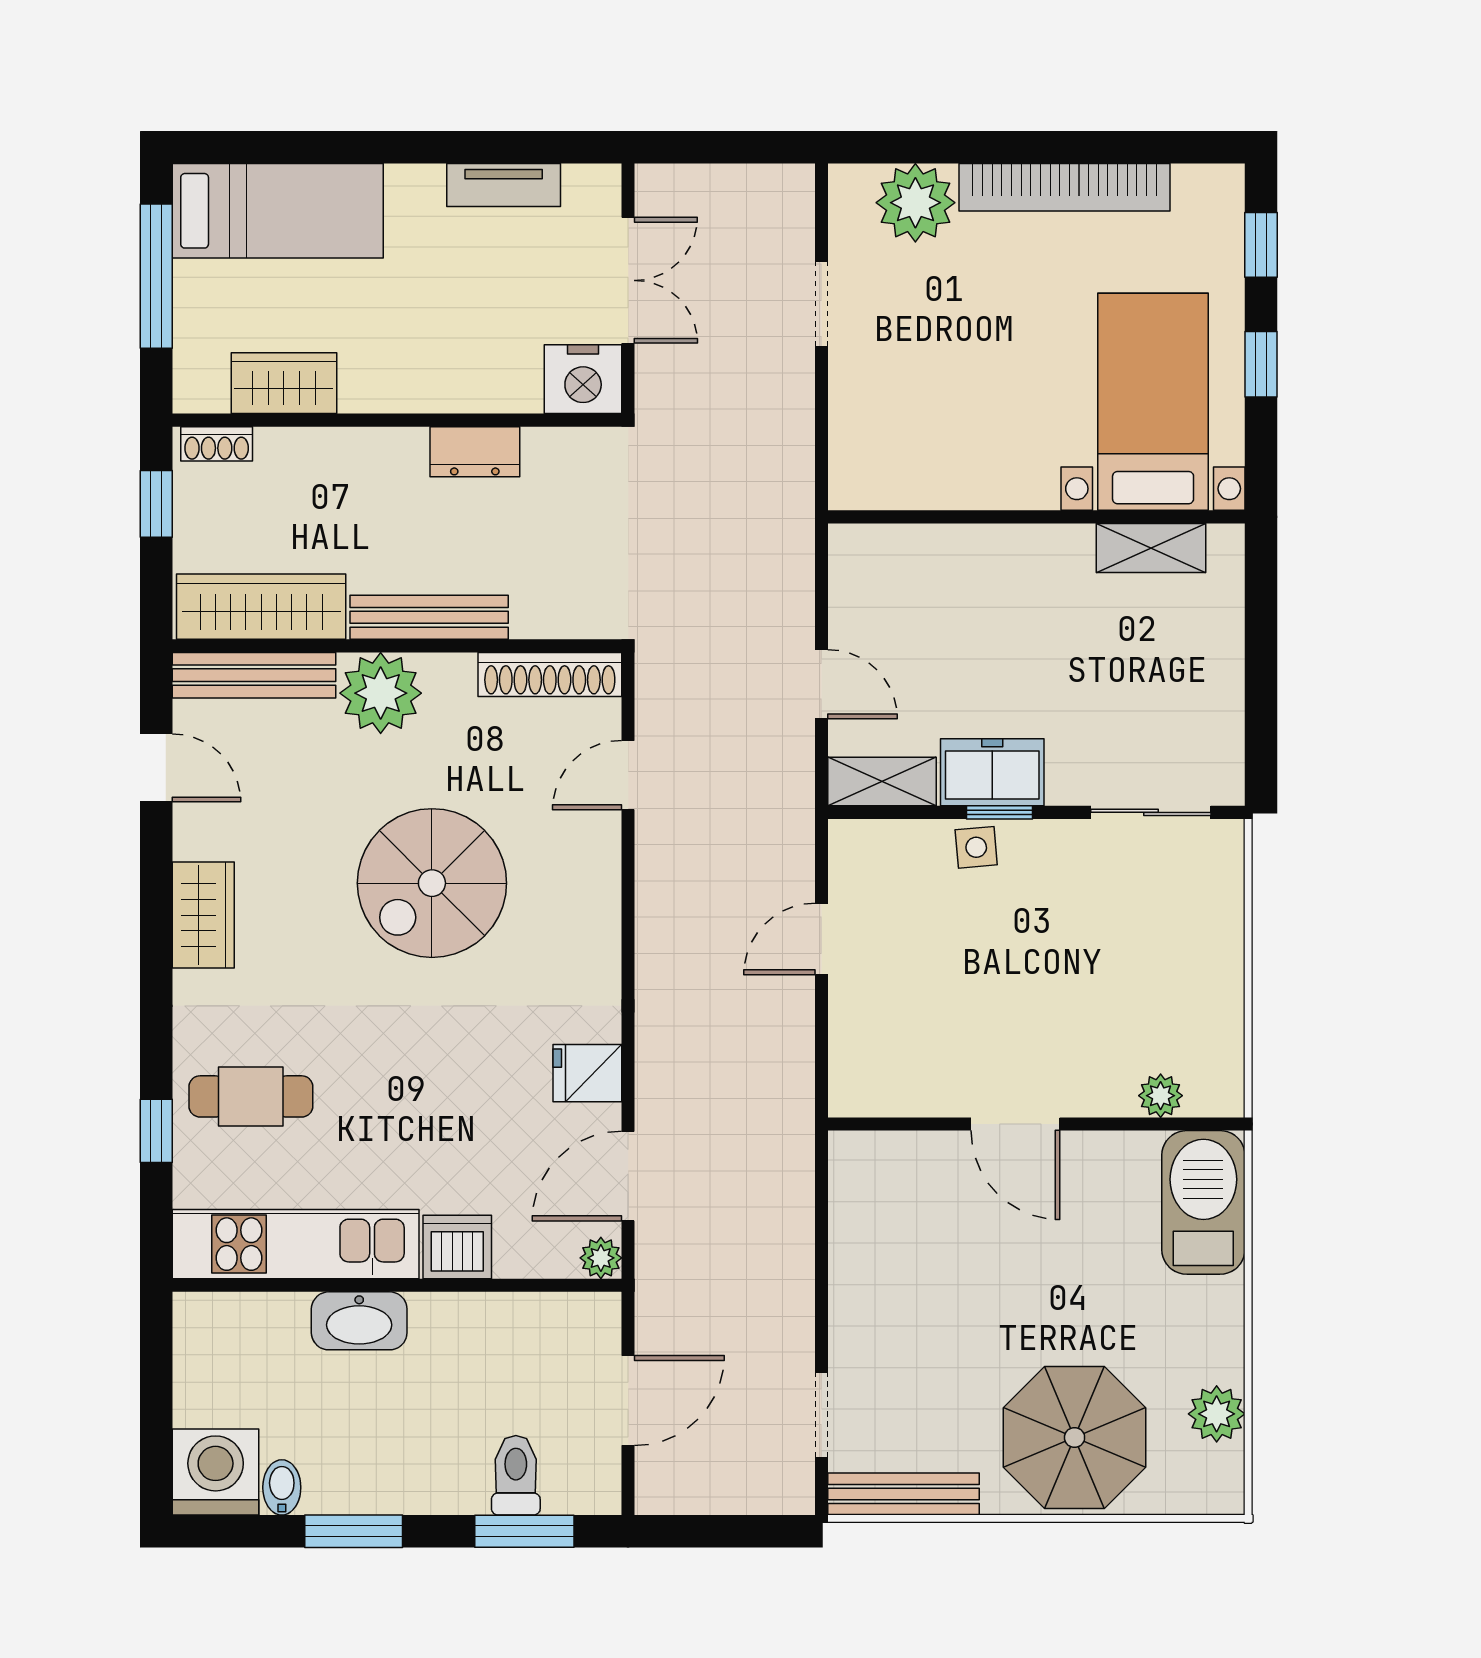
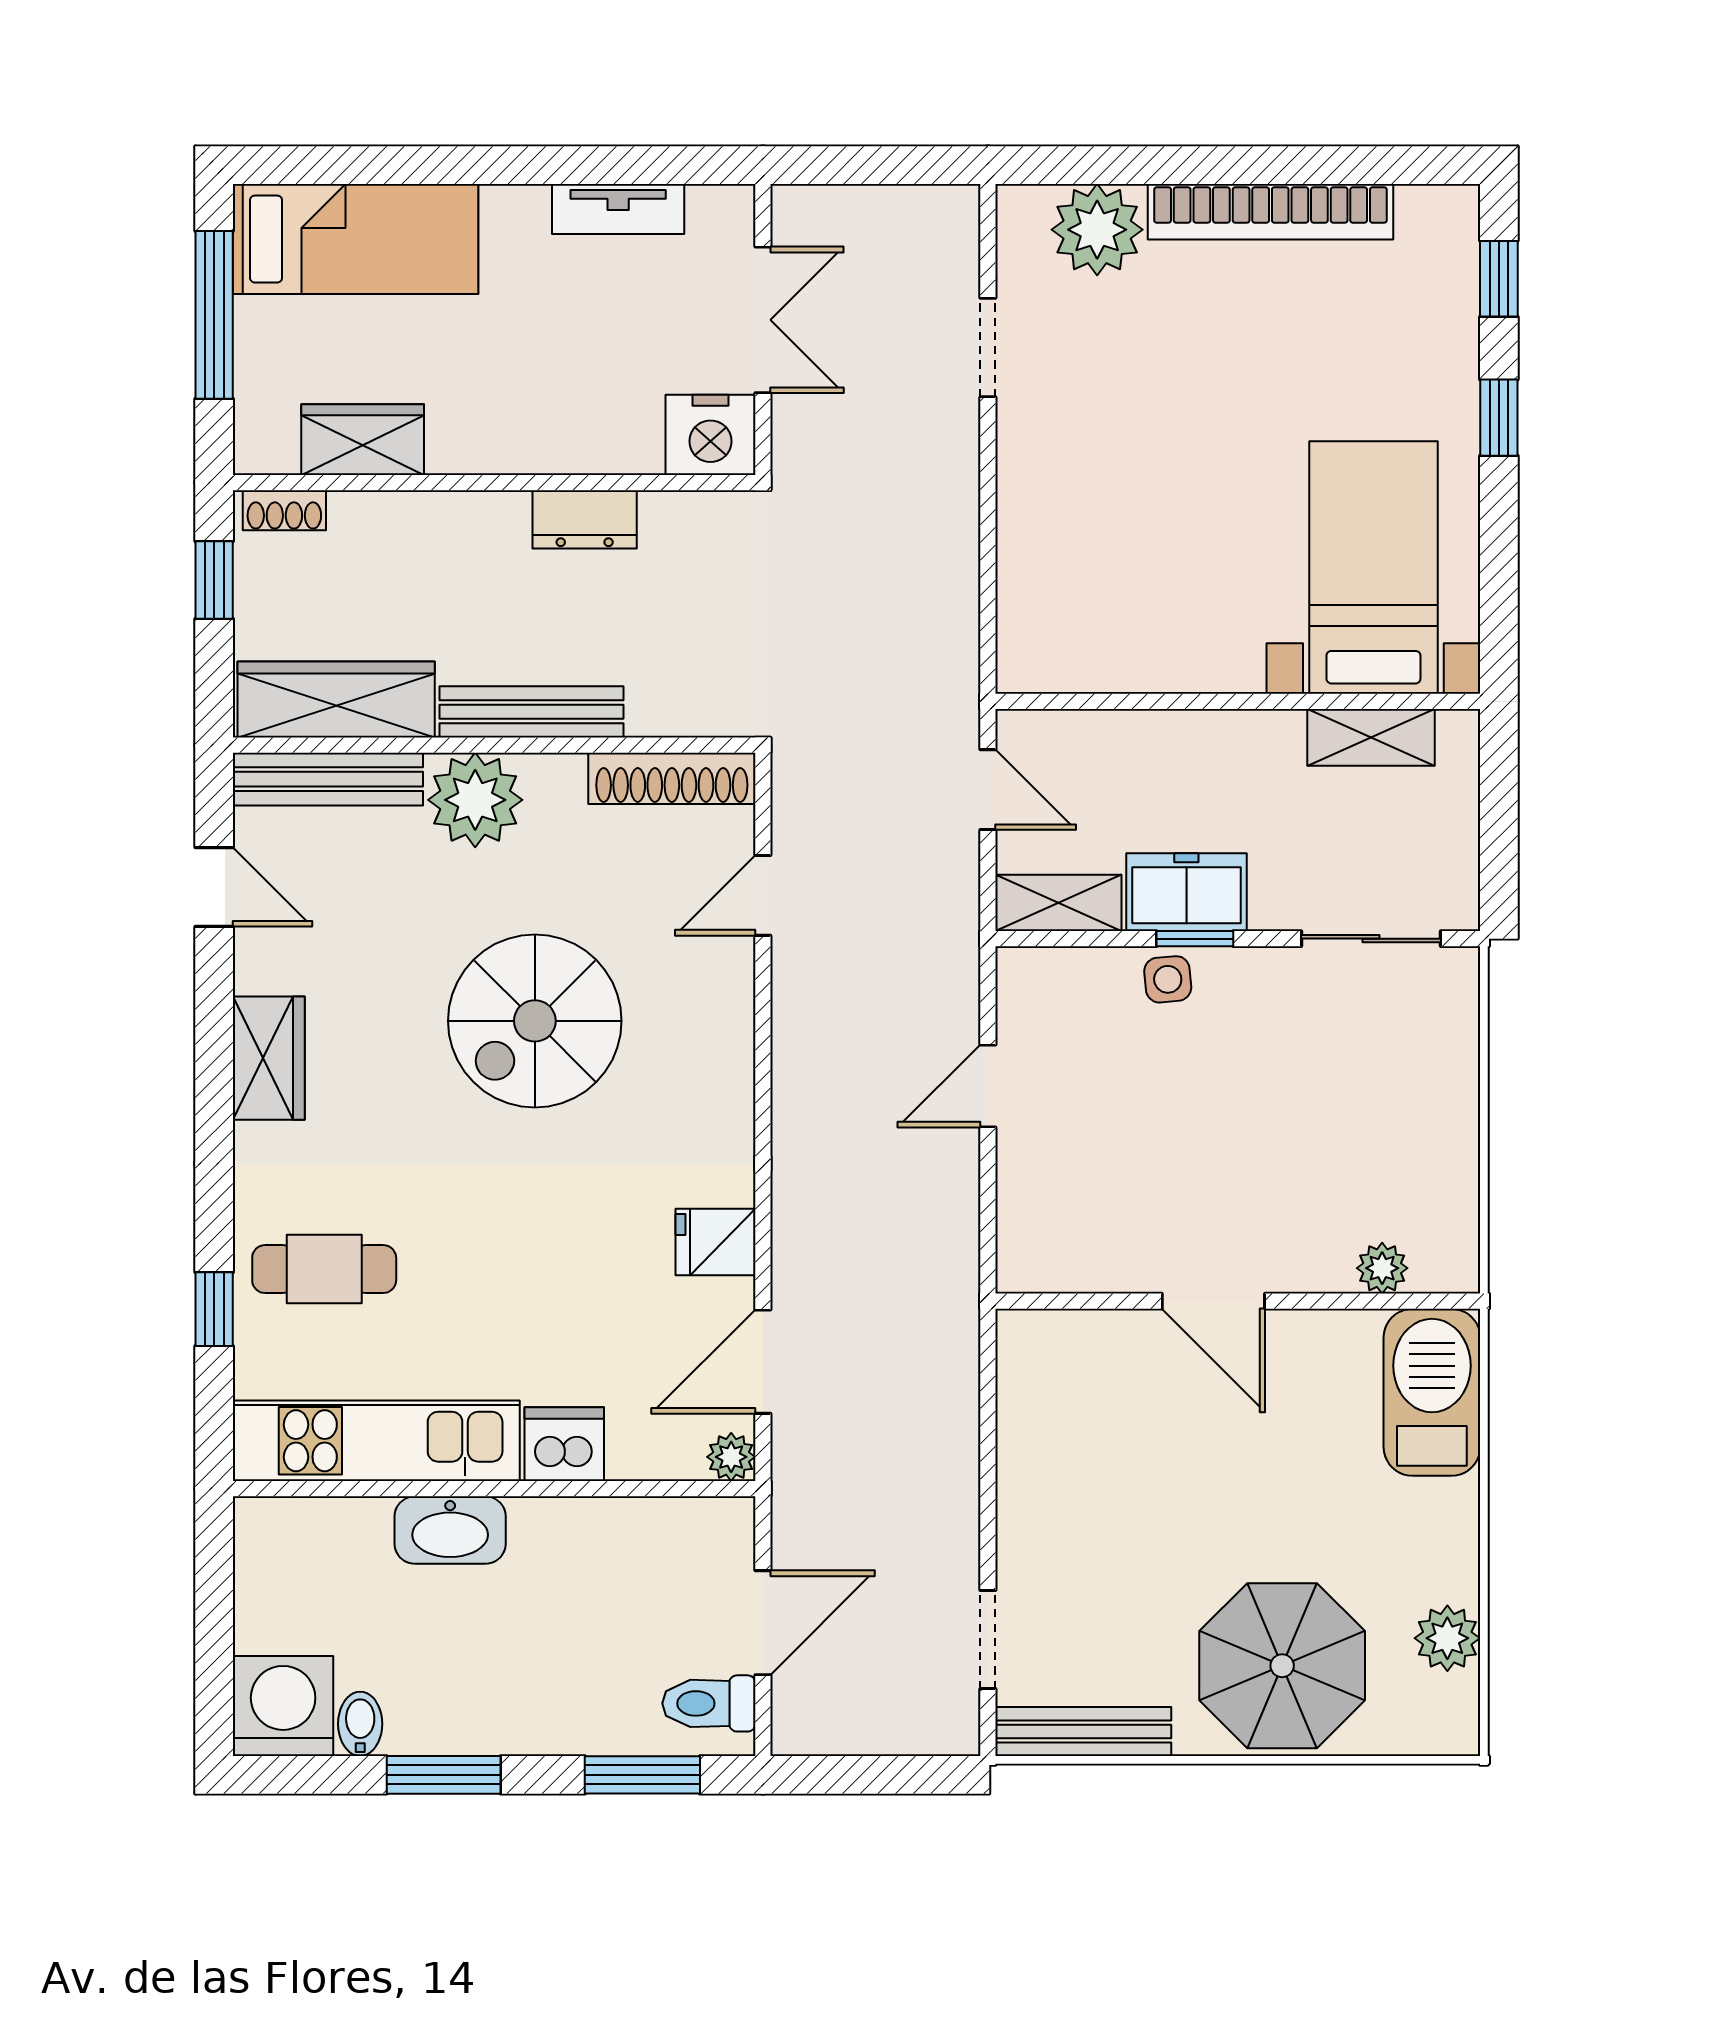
bed with nightstands: (1153, 402) -> (1373, 567), moved
wall: (1036, 517) -> (1238, 701), moved
shelving: (1151, 548) -> (1371, 737), moved
toilet: (516, 1475) -> (709, 1703), moved, turned -90

